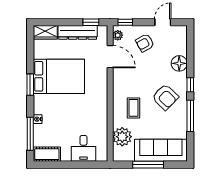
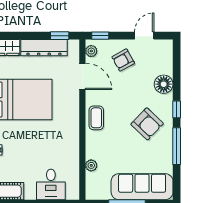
coffee table: (133, 108) -> (96, 118), moved
plant: (122, 137) -> (91, 165), width x0.53, depth x0.53

